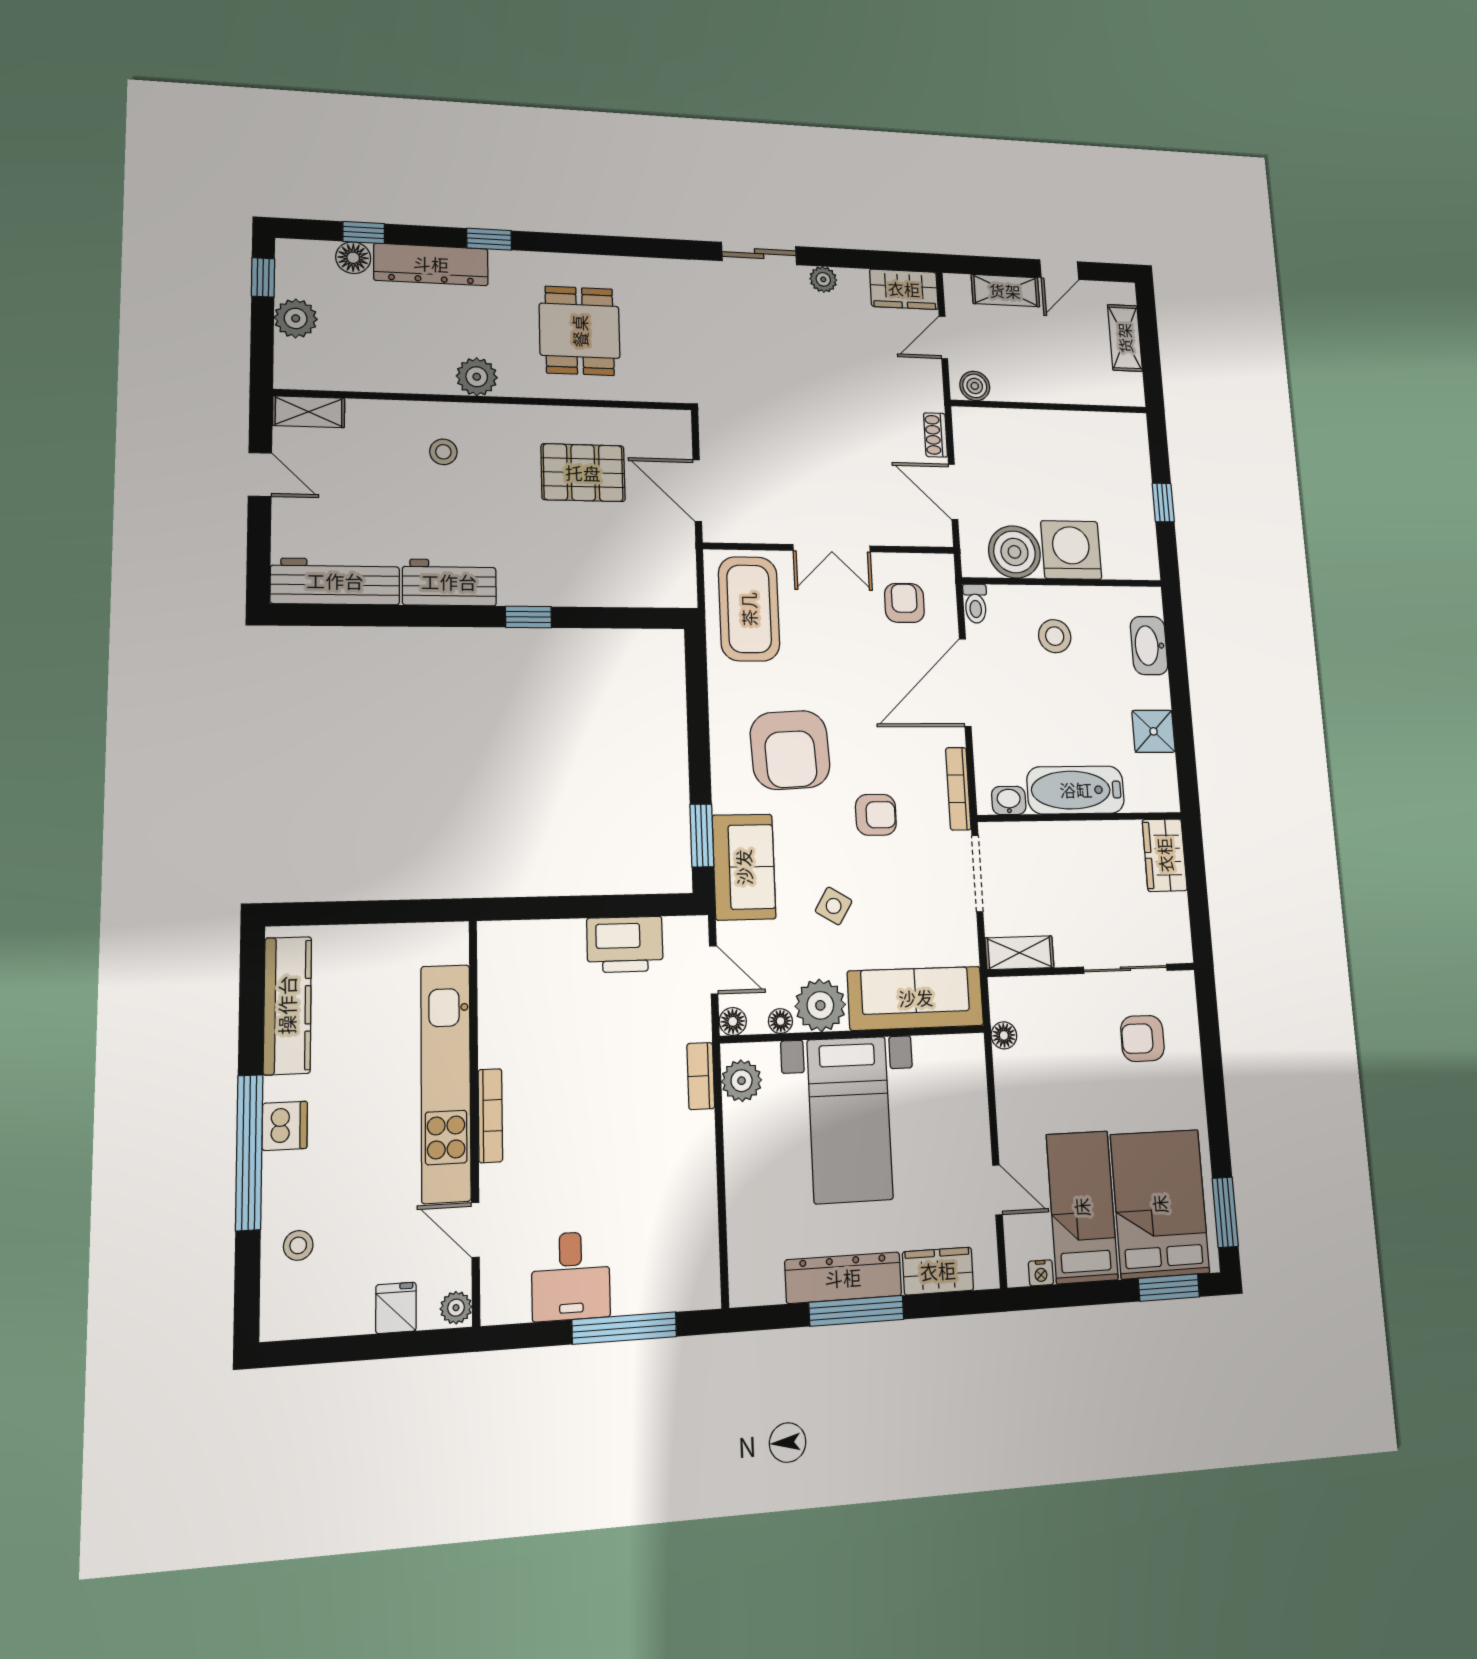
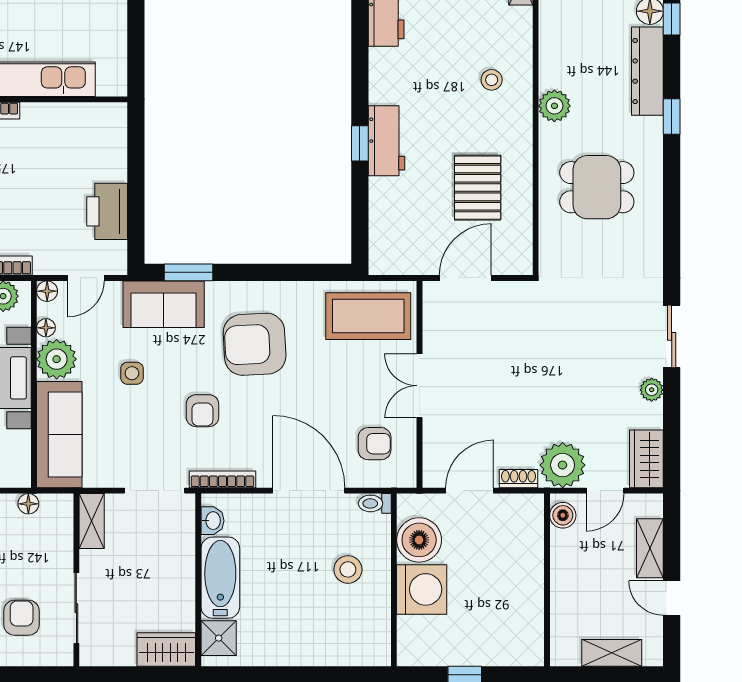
door: (943, 337) -> (605, 491), swing flipped
plant: (917, 384) -> (563, 465), added
workbench: (449, 582) -> (387, 141), moved
washbasin: (1149, 646) -> (341, 651), removed
shower: (1154, 731) -> (219, 638), moved
side table: (834, 906) -> (132, 373), turned -31

